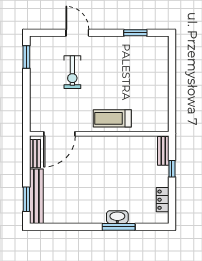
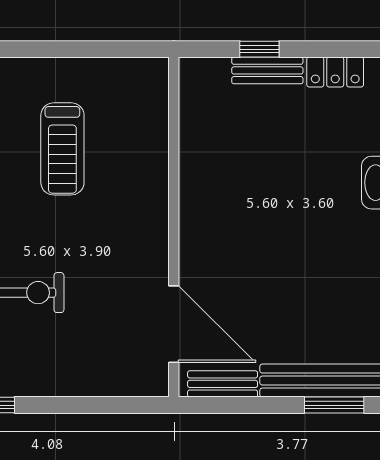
treadmill: (112, 118) -> (62, 149), moved
bench: (163, 151) -> (267, 70), moved

